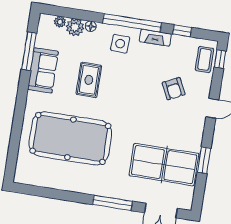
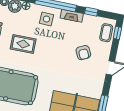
rug: (89, 80) -> (23, 44), turned 90

